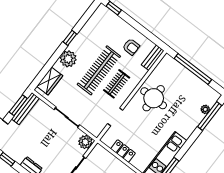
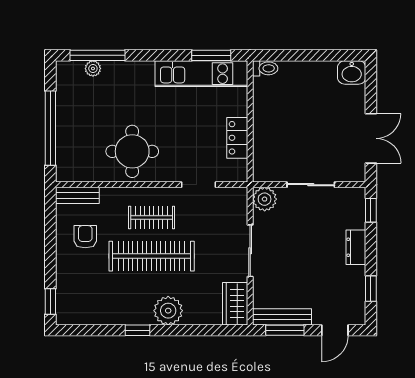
wardrobe: (50, 81) -> (235, 304), moved, turned -90

